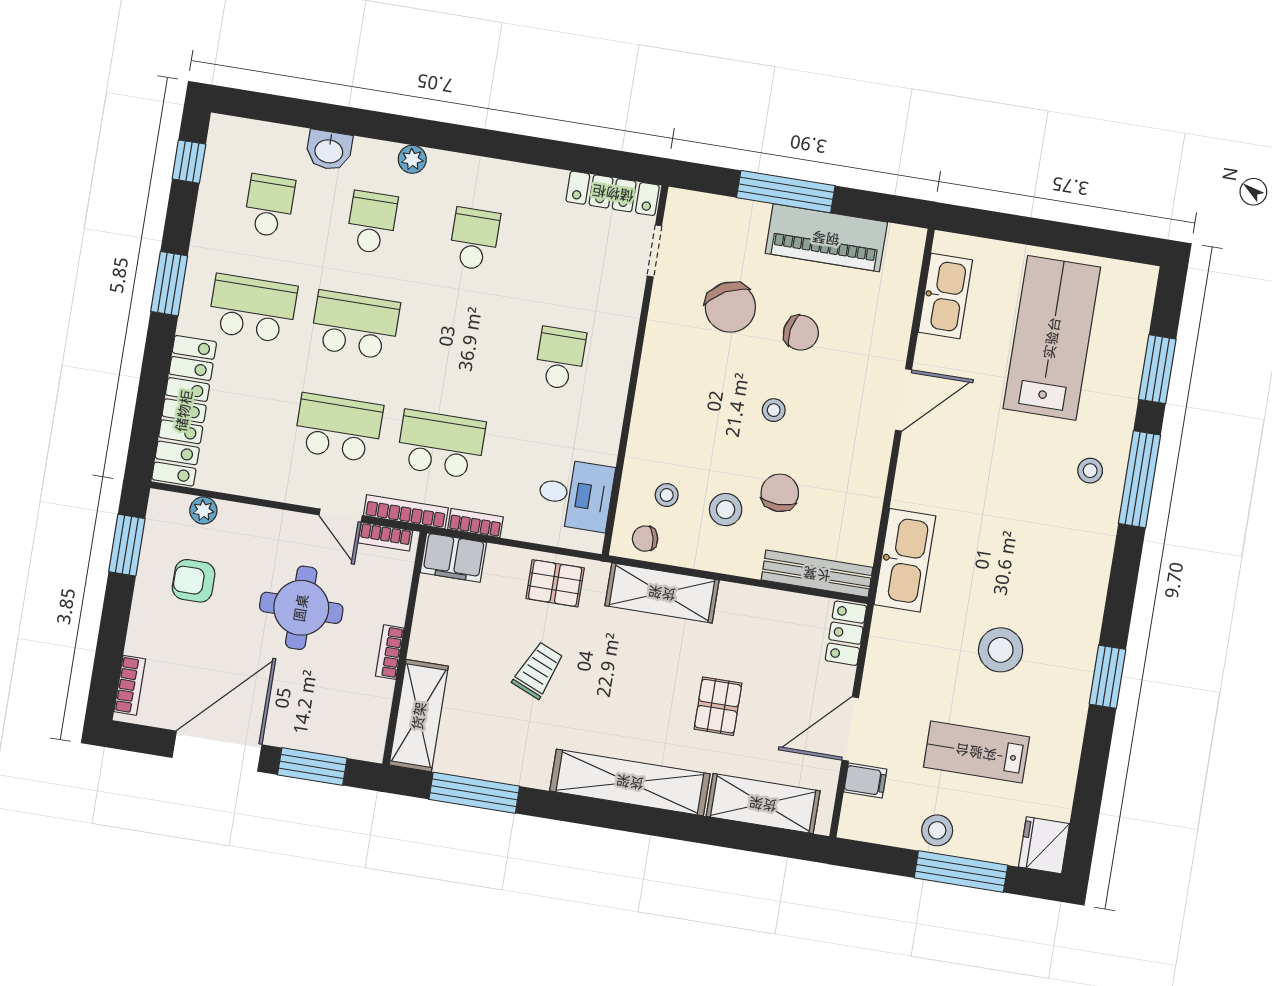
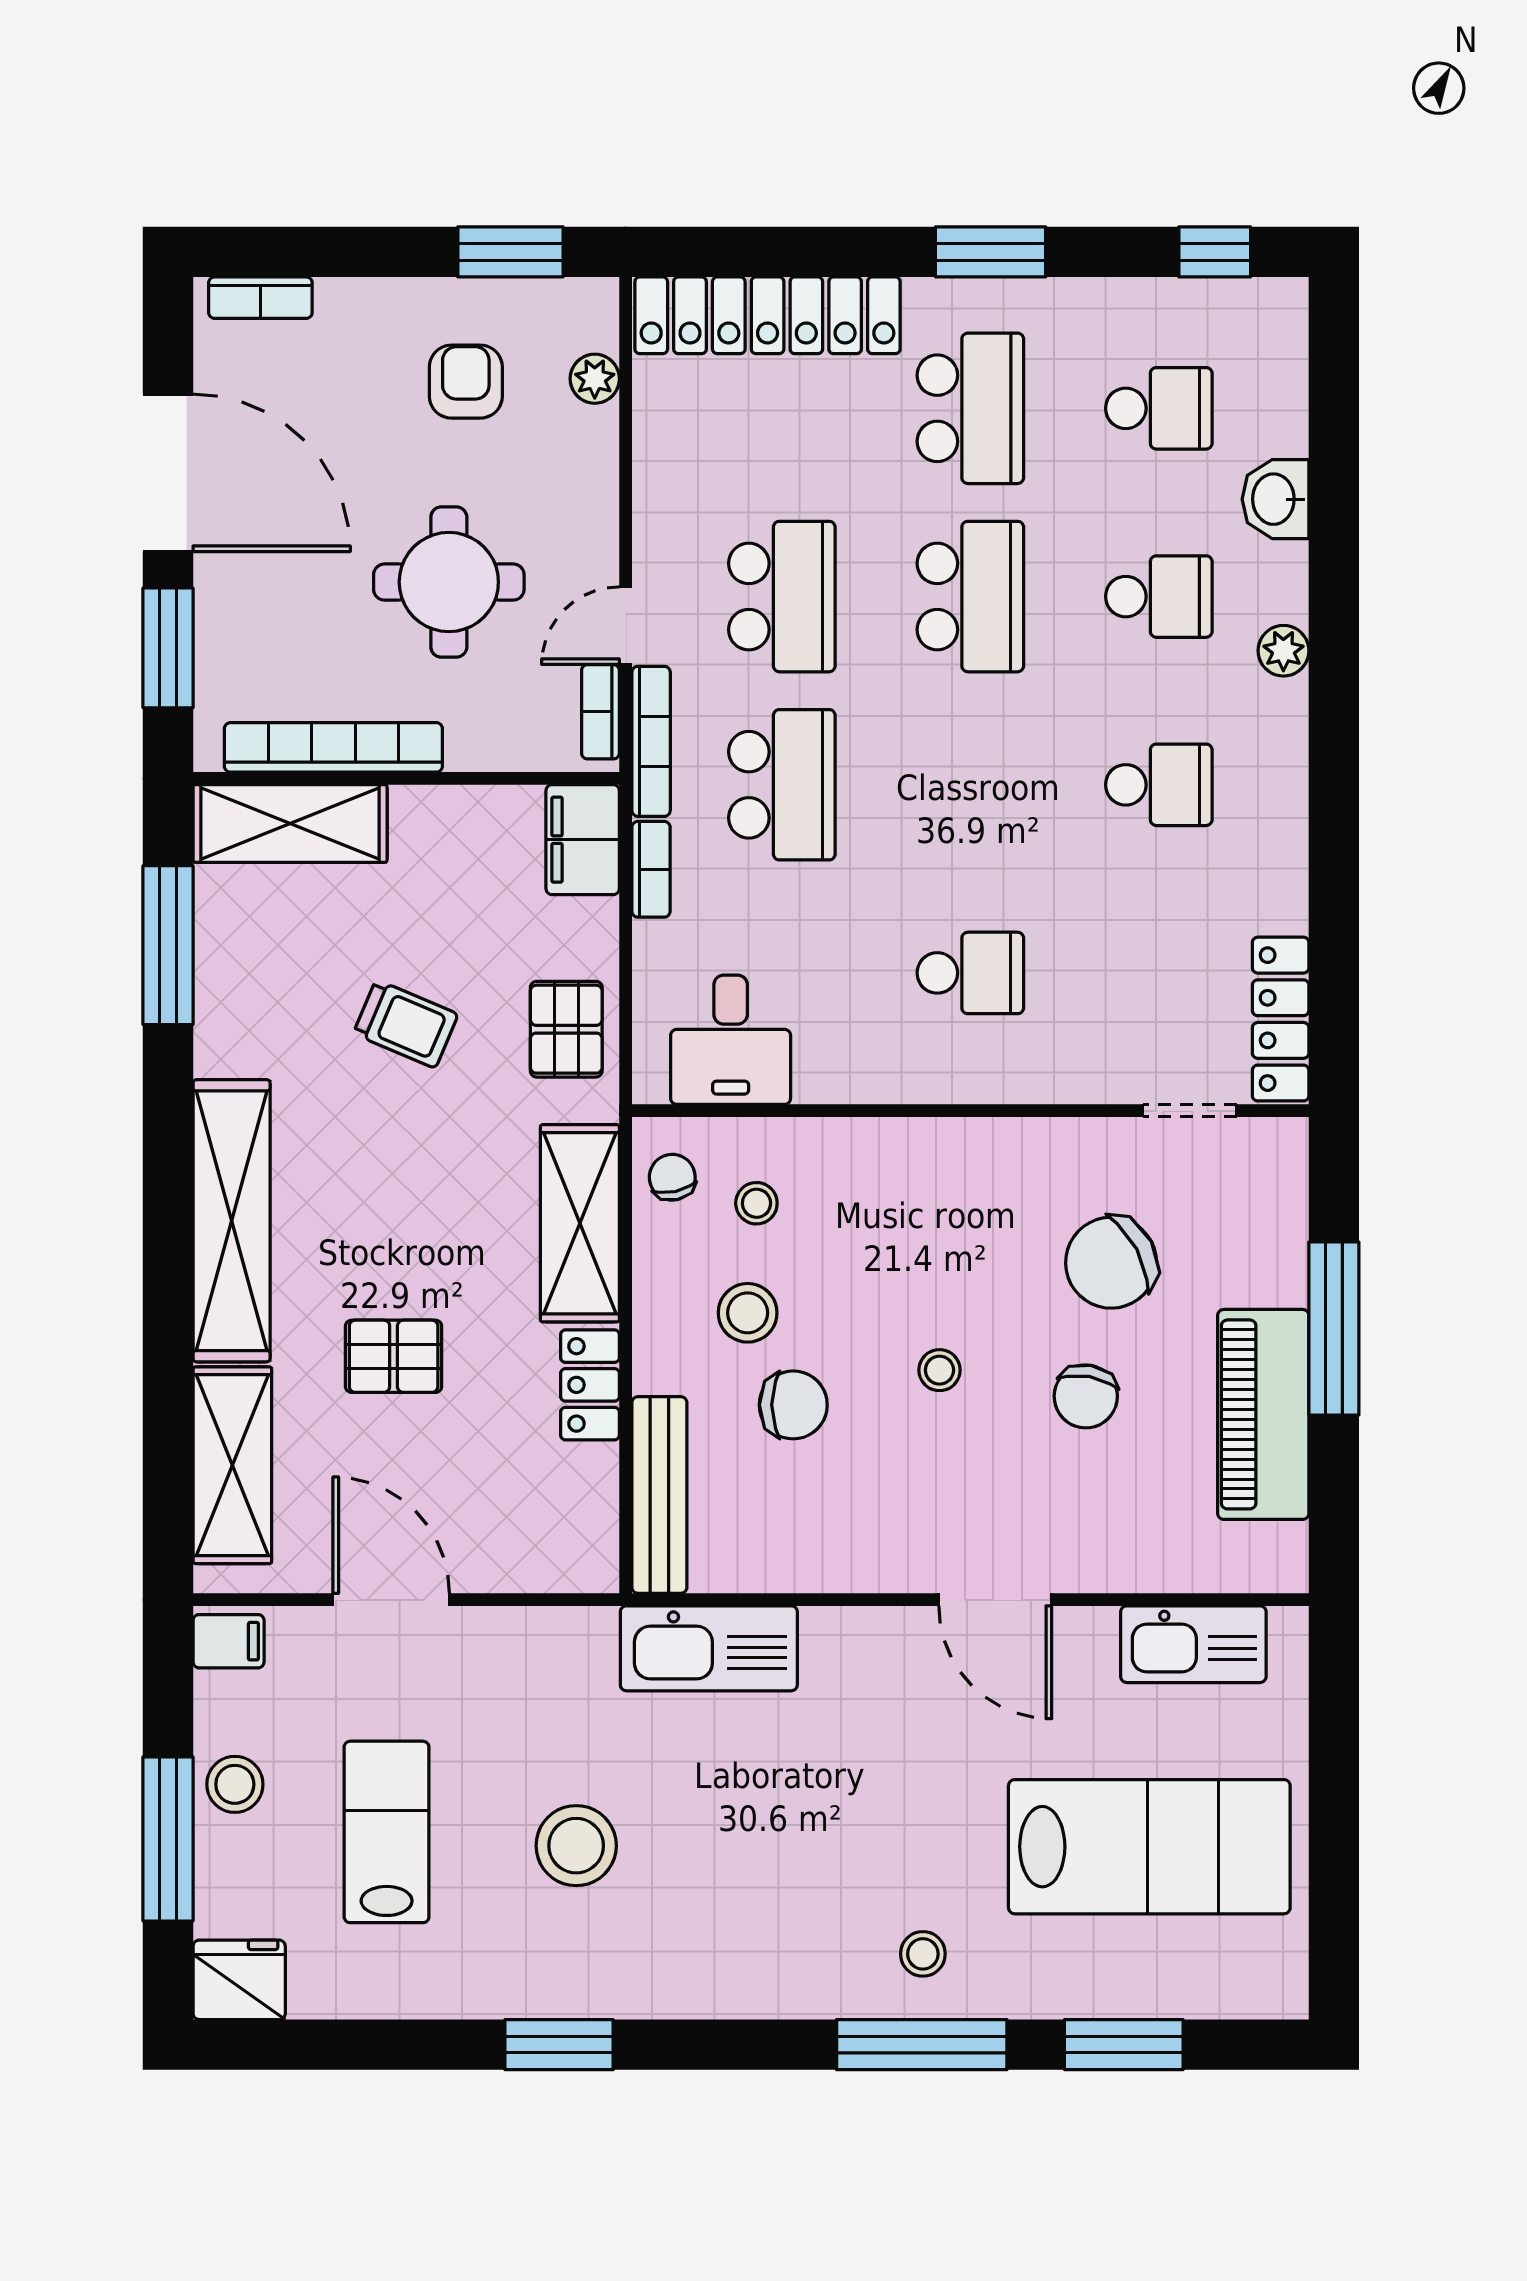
locker: (846, 633) -> (590, 1385), moved, turned -90
bookcase: (390, 652) -> (333, 747), width x2.31, depth x1.31
filing cabinet: (865, 781) -> (229, 1641), moved, turned -90

